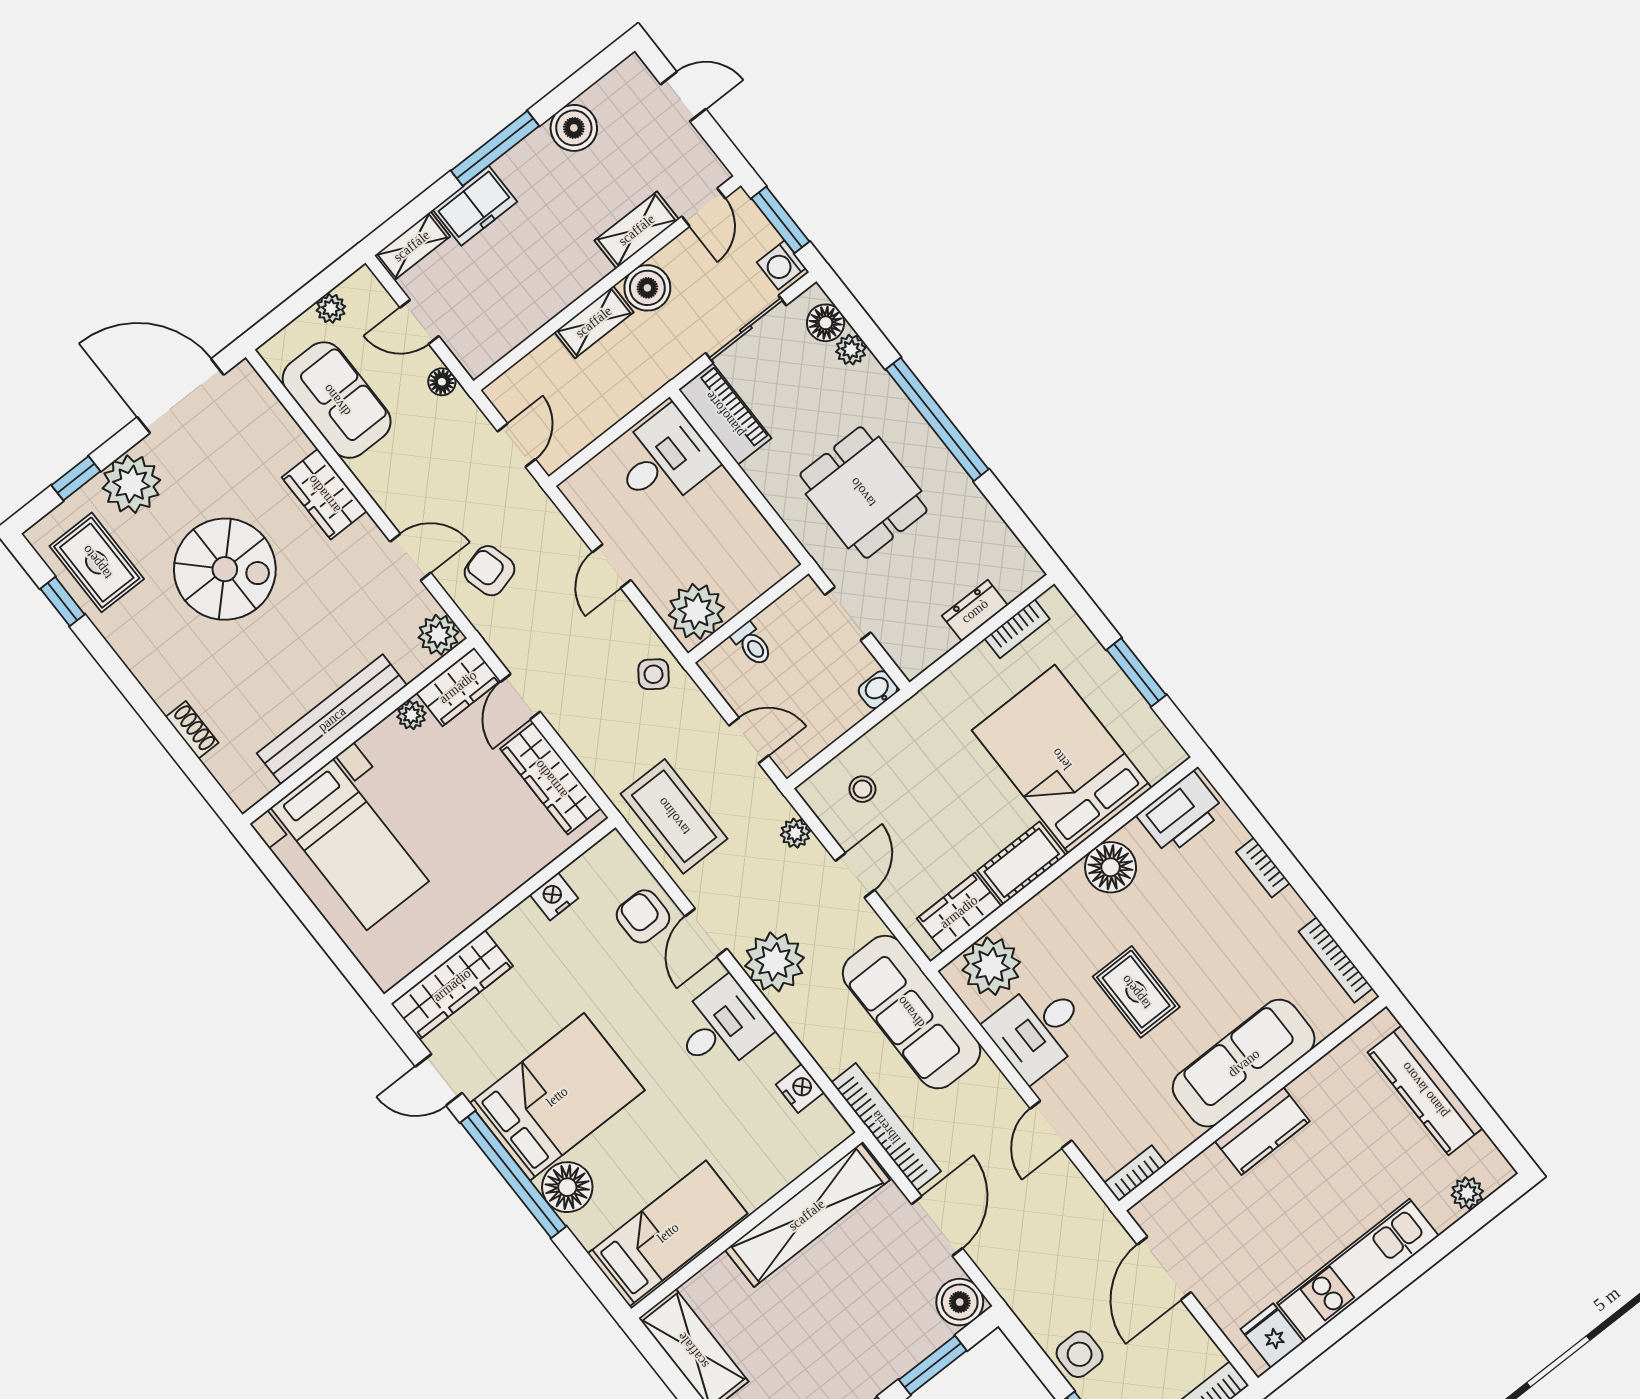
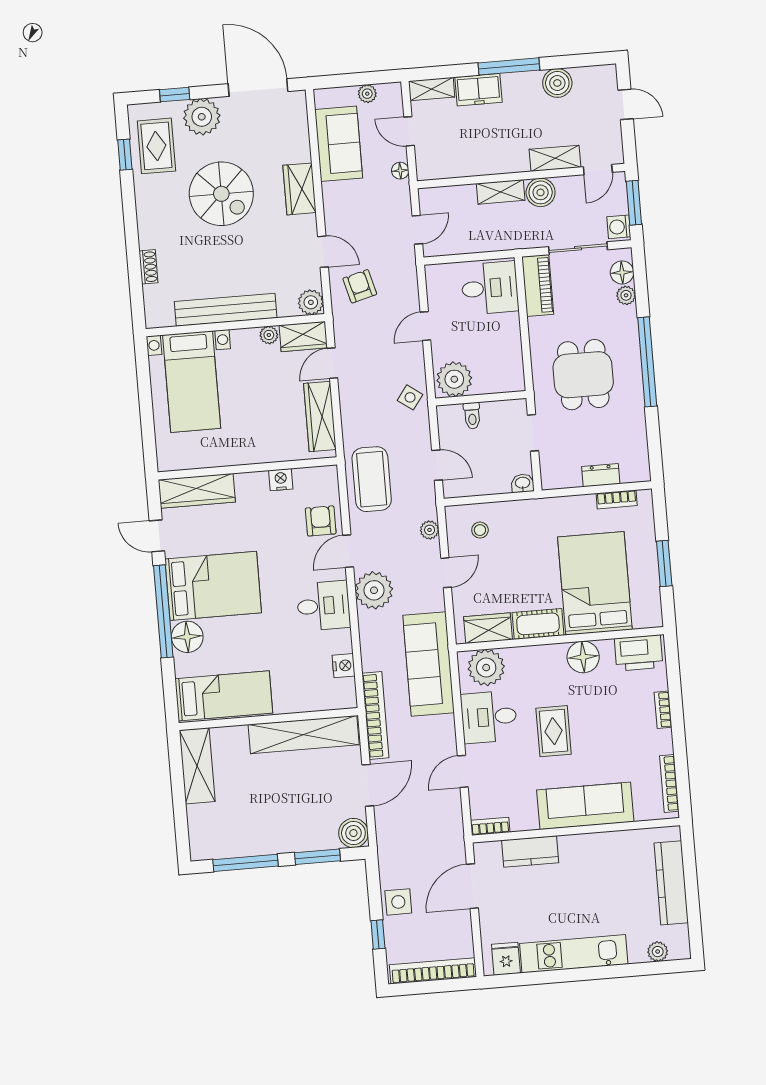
kitchen counter: (1262, 1131) -> (530, 851), moved

